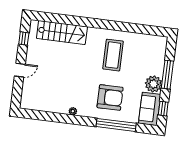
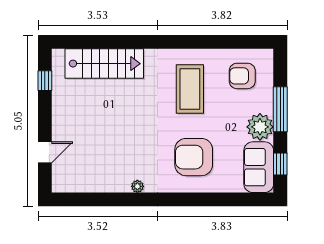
armchair: (147, 51) -> (242, 76), added
door: (20, 70) -> (45, 152), moved
armchair: (110, 97) -> (194, 157), turned 180
window: (116, 125) -> (209, 199), removed

